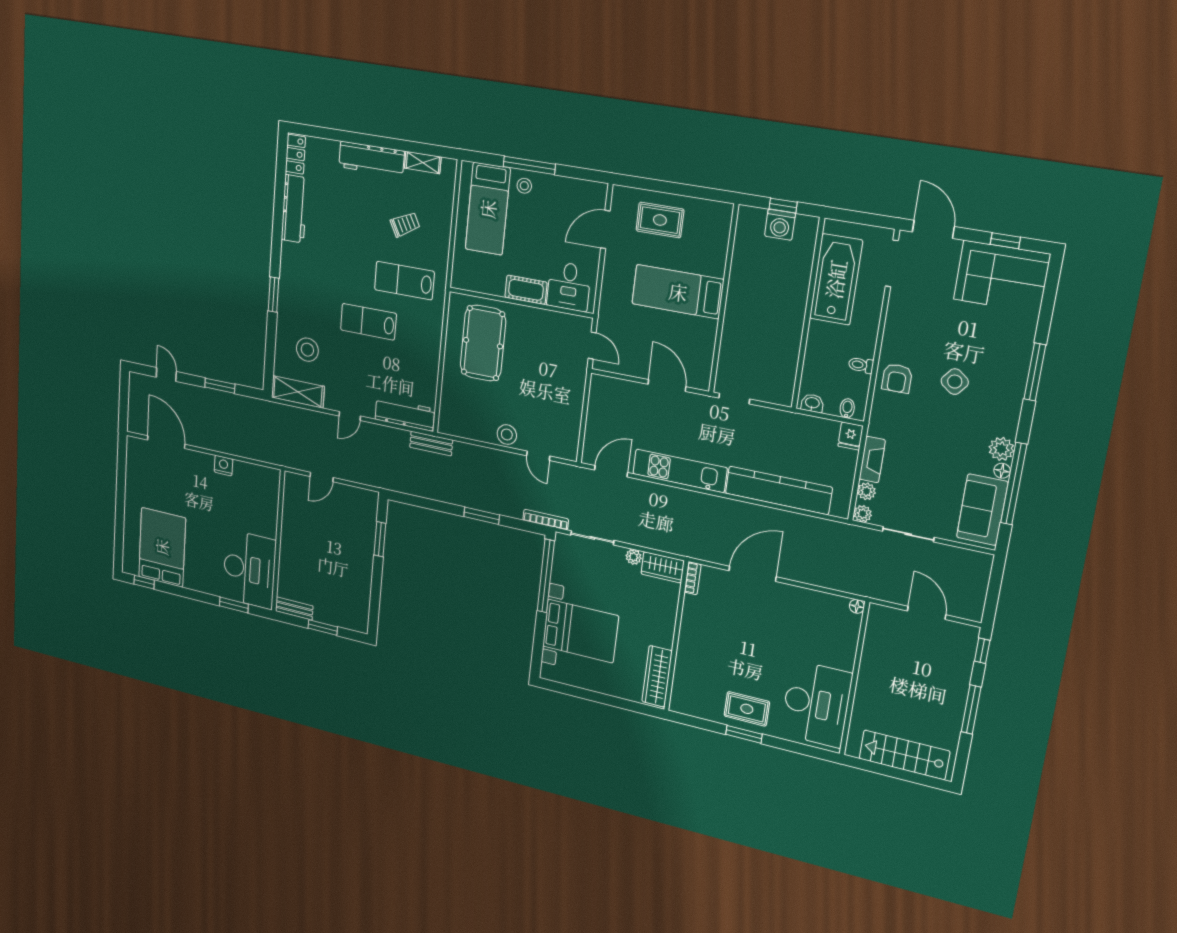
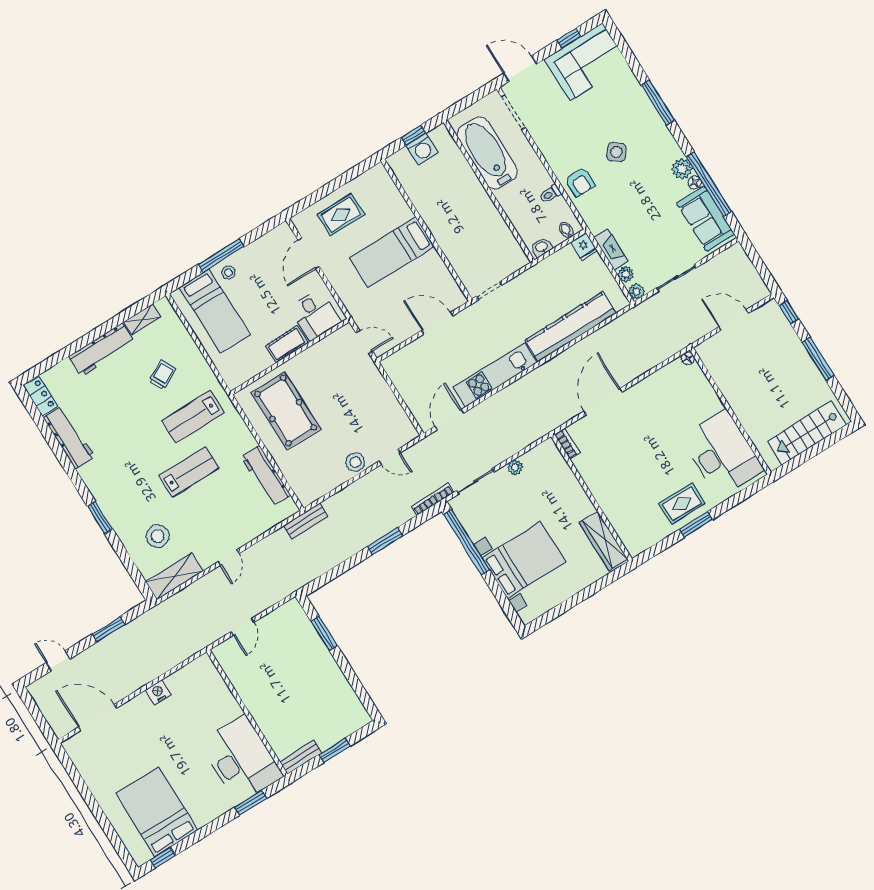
lab bench: (368, 322) -> (189, 472), turned 180
workbench: (405, 414) -> (266, 476), moved, turned -90
wardrobe: (663, 567) -> (541, 456), removed

